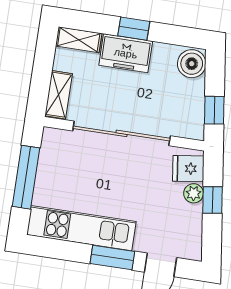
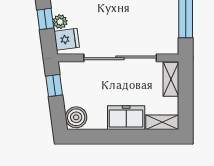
window: (134, 29) -> (123, 137), removed

